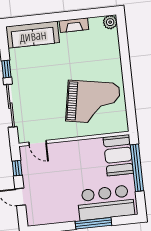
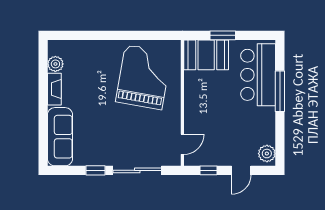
plant: (110, 22) -> (55, 64), moved
window: (137, 168) -> (223, 35), width x0.47
plant: (38, 218) -> (267, 154), added

